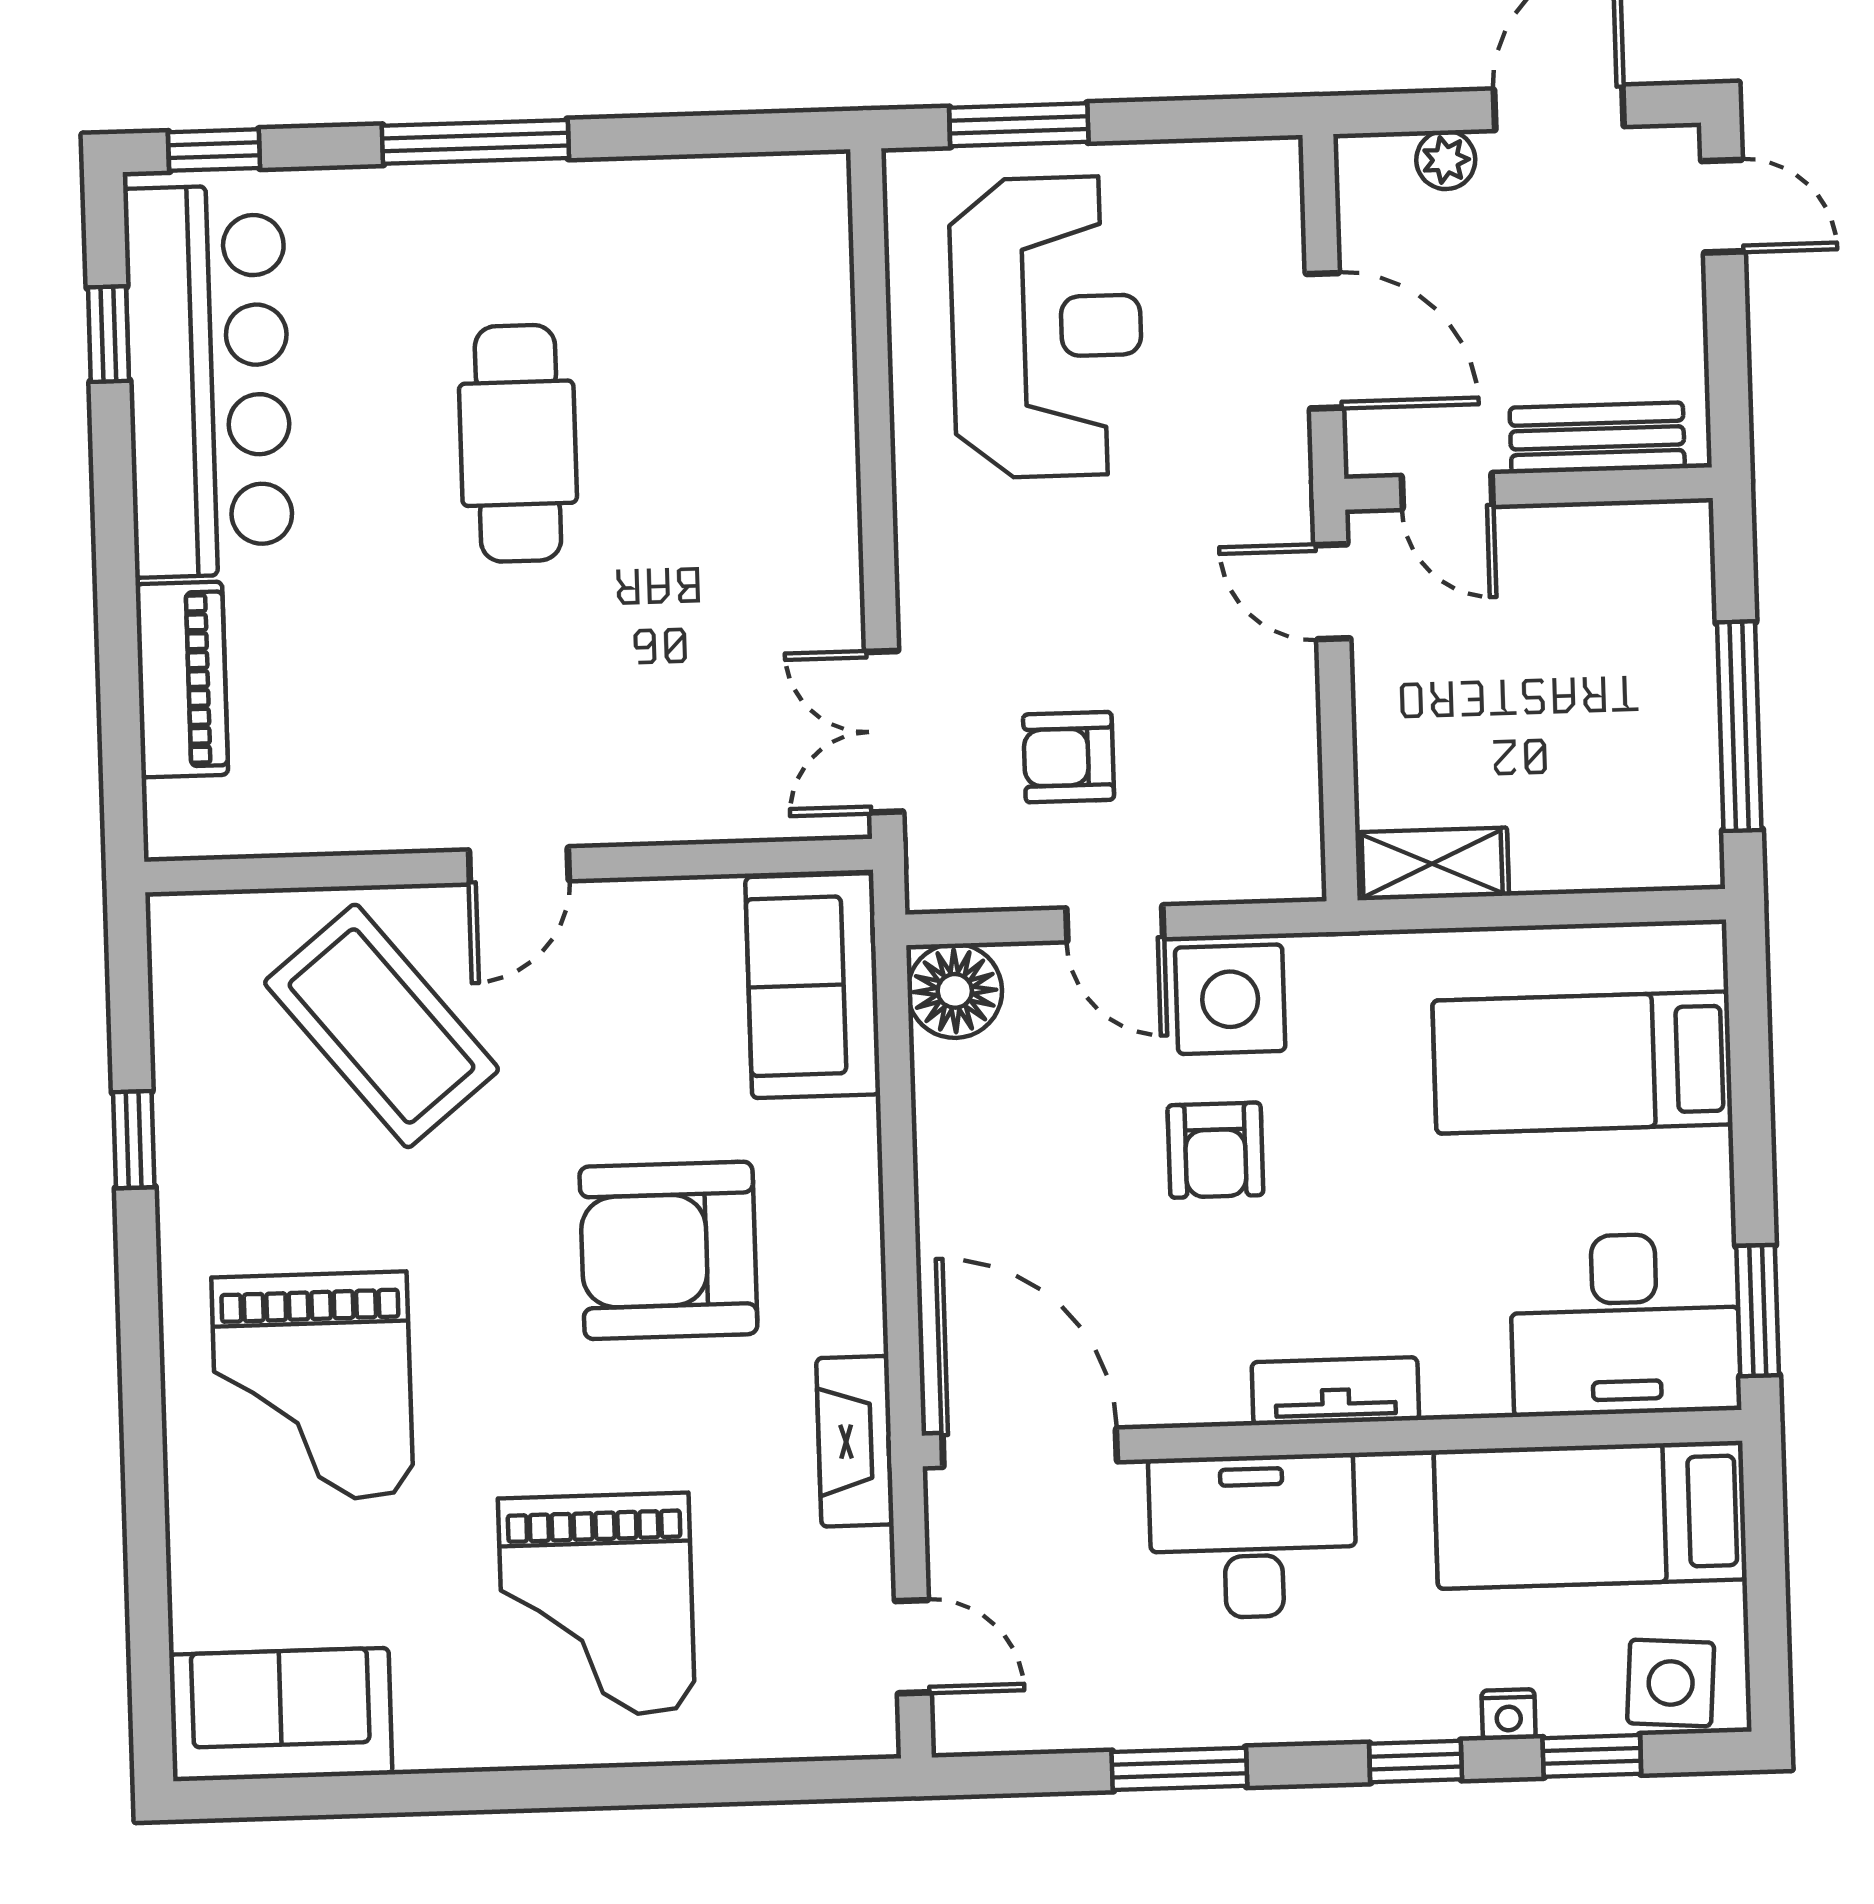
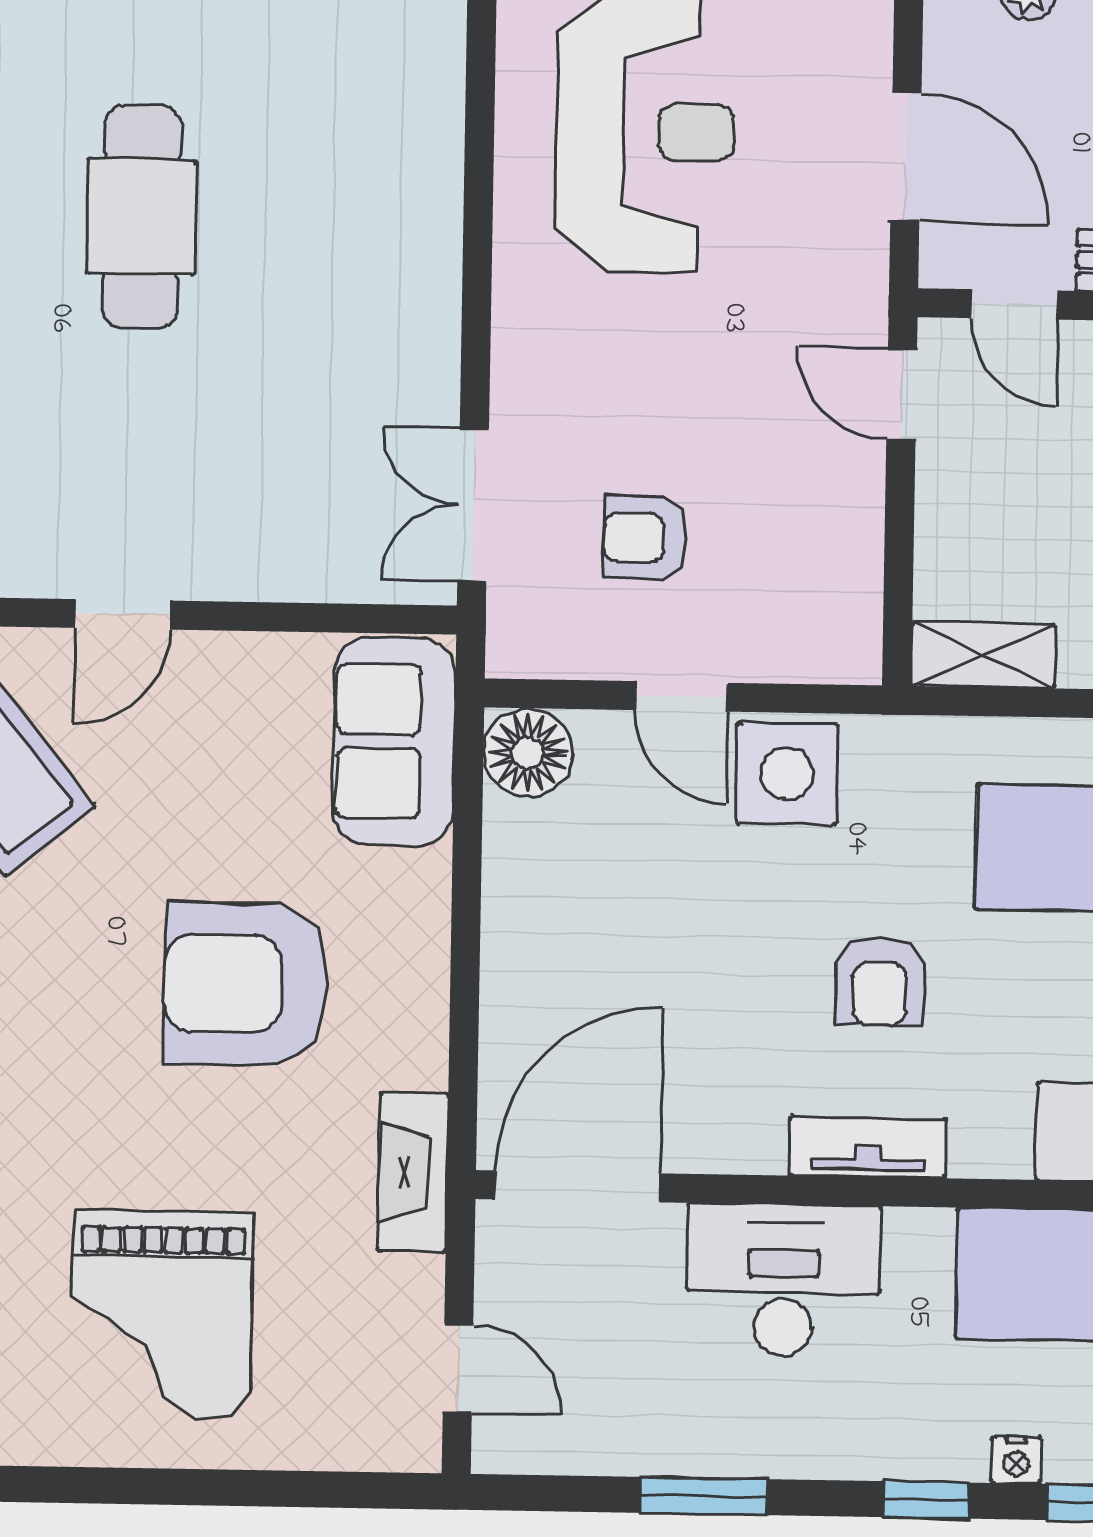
armchair: (1215, 1150) -> (880, 981), moved
door: (1030, 1448) -> (577, 1186), hinge flipped

